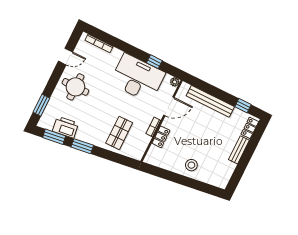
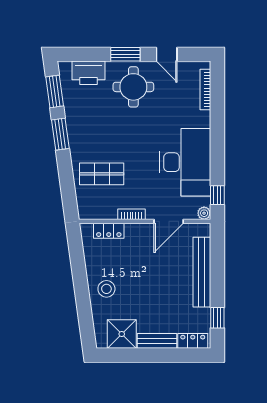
window: (154, 62) -> (217, 195), moved
window: (41, 105) -> (125, 54), moved
door: (169, 106) -> (169, 221), hinge flipped
printer: (65, 127) -> (88, 73), moved, turned 98
locker: (161, 137) -> (109, 231), moved
shower: (224, 170) -> (122, 334), added

